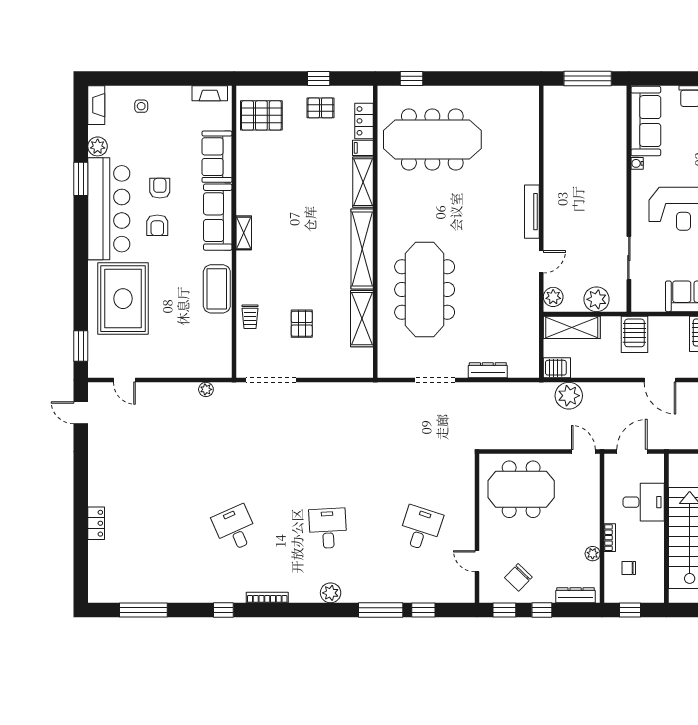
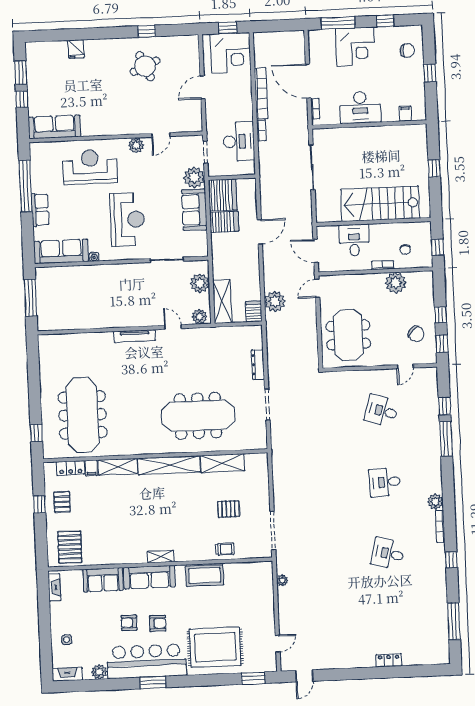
window: (81, 179) -> (153, 682), moved
server rack: (634, 334) -> (224, 222), moved
desk: (235, 528) -> (388, 553), turned 39
plant: (593, 554) -> (396, 283), width x1.88, depth x1.88
plant: (331, 593) -> (435, 502), moved
dresser: (576, 595) -> (428, 290), removed

